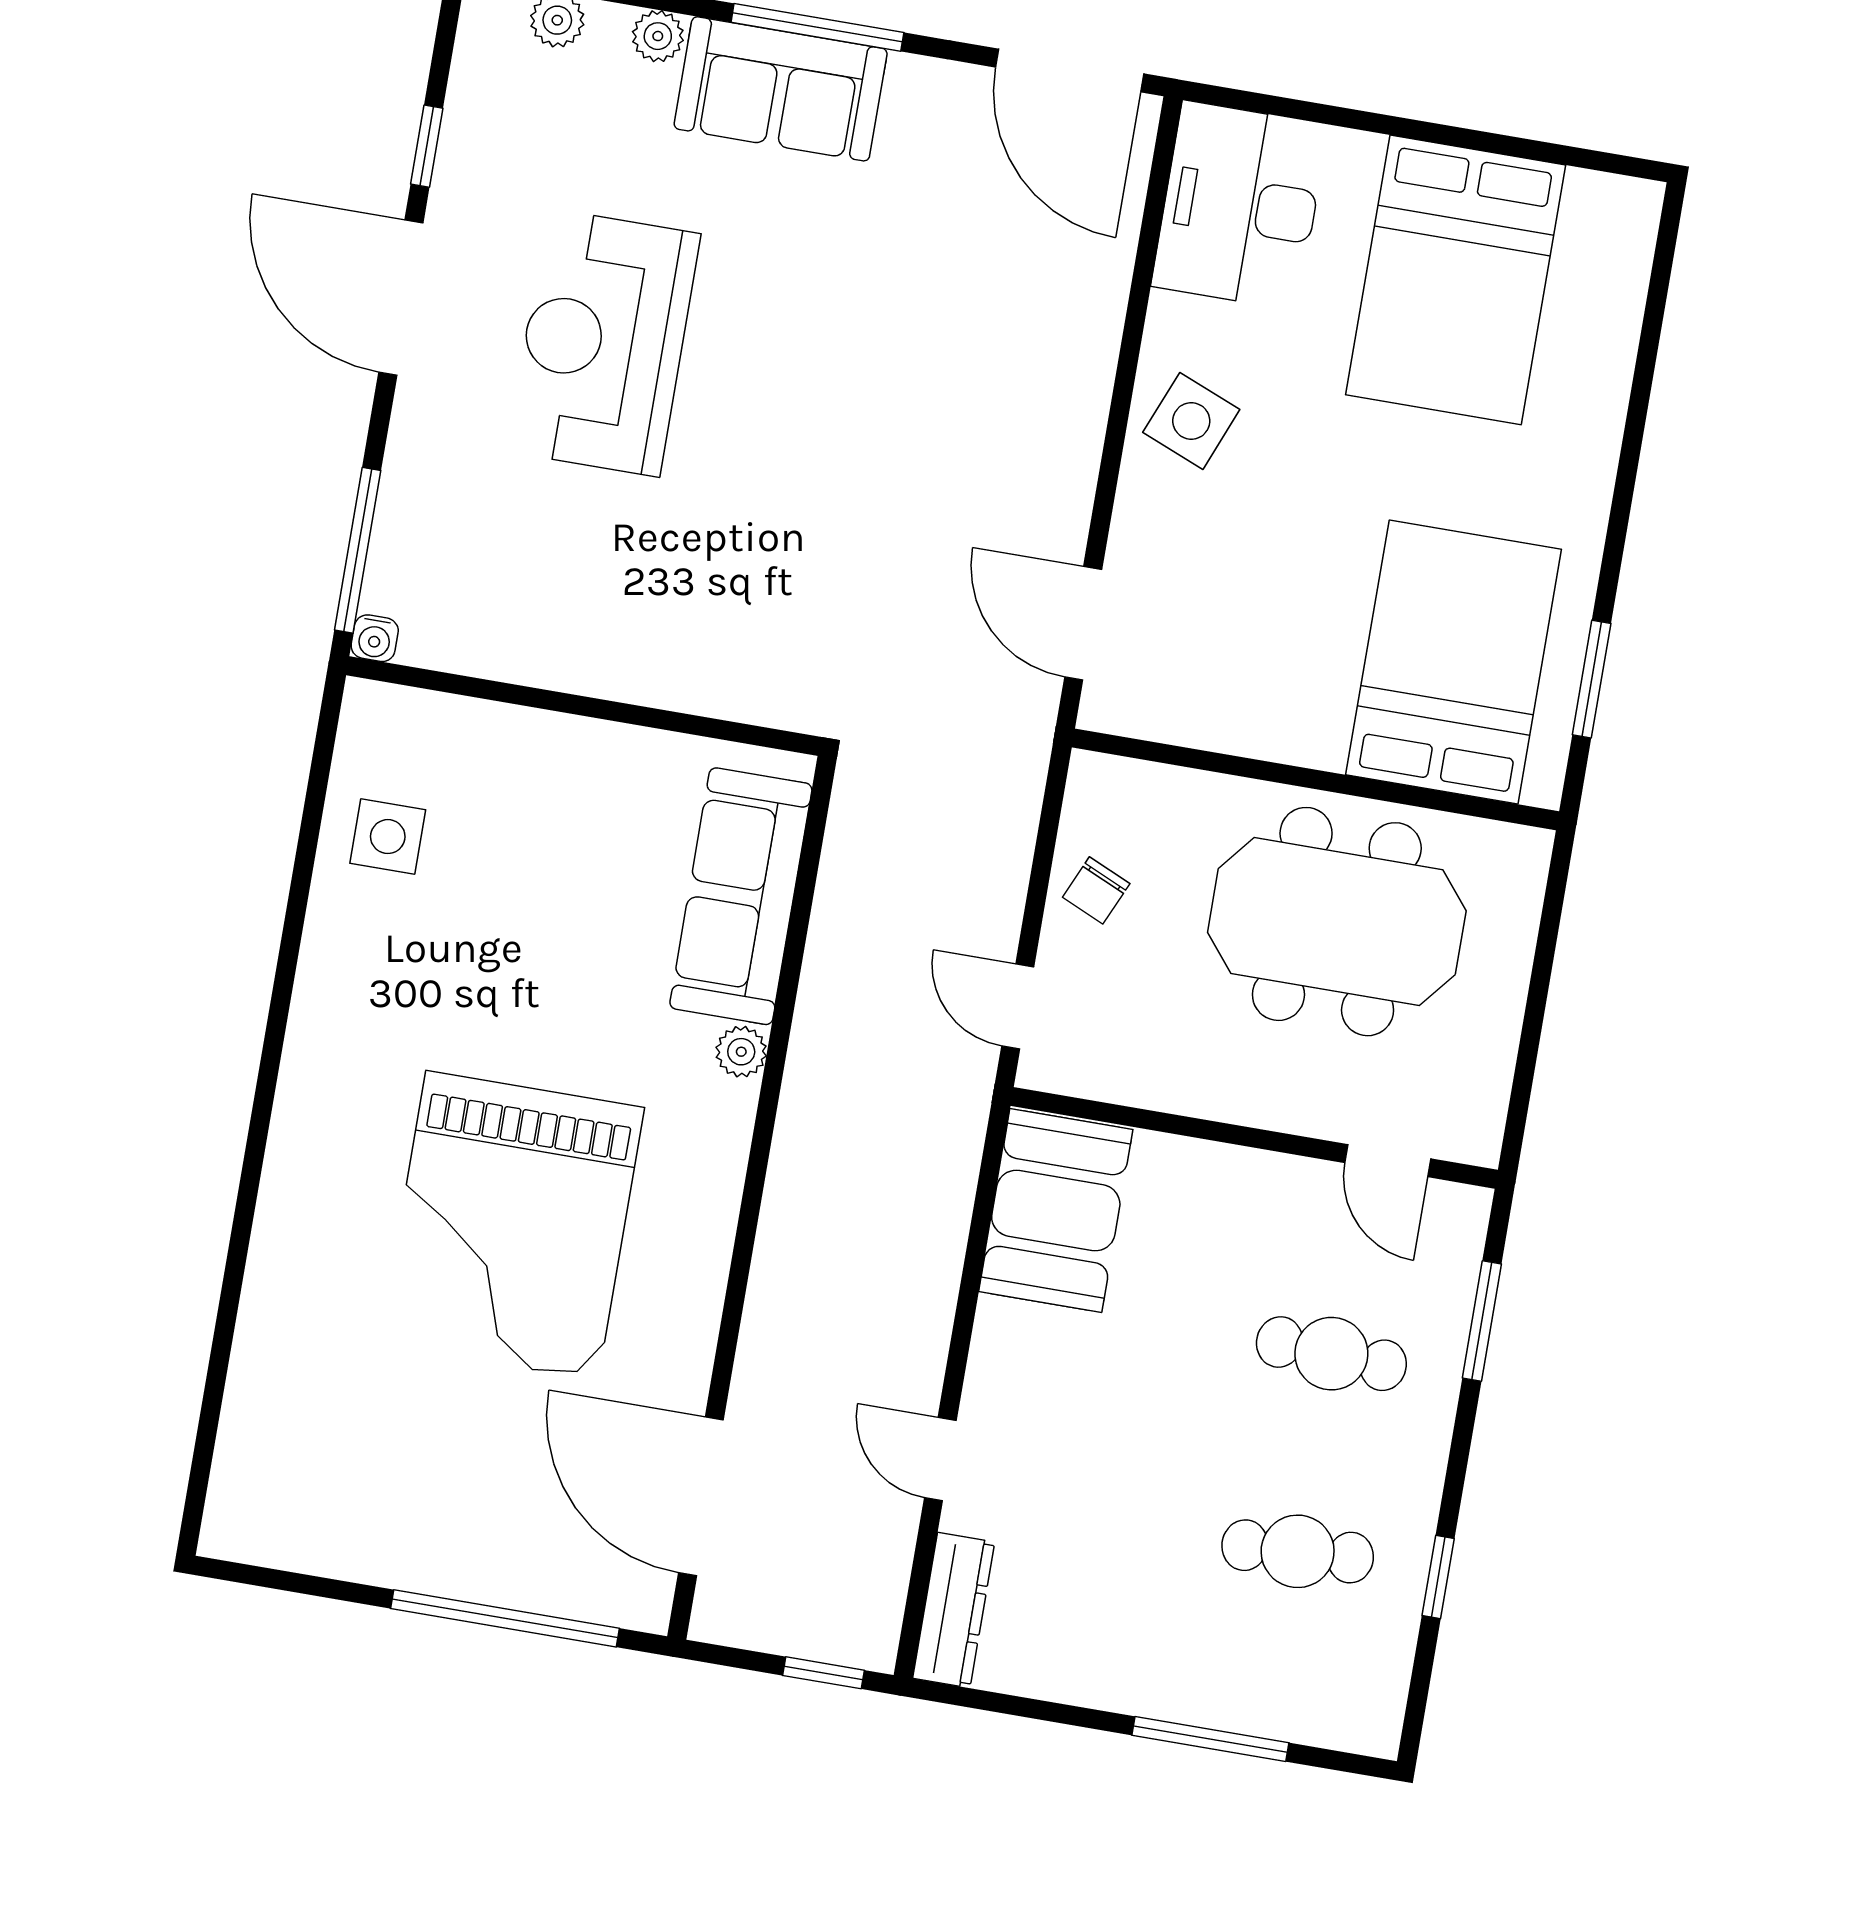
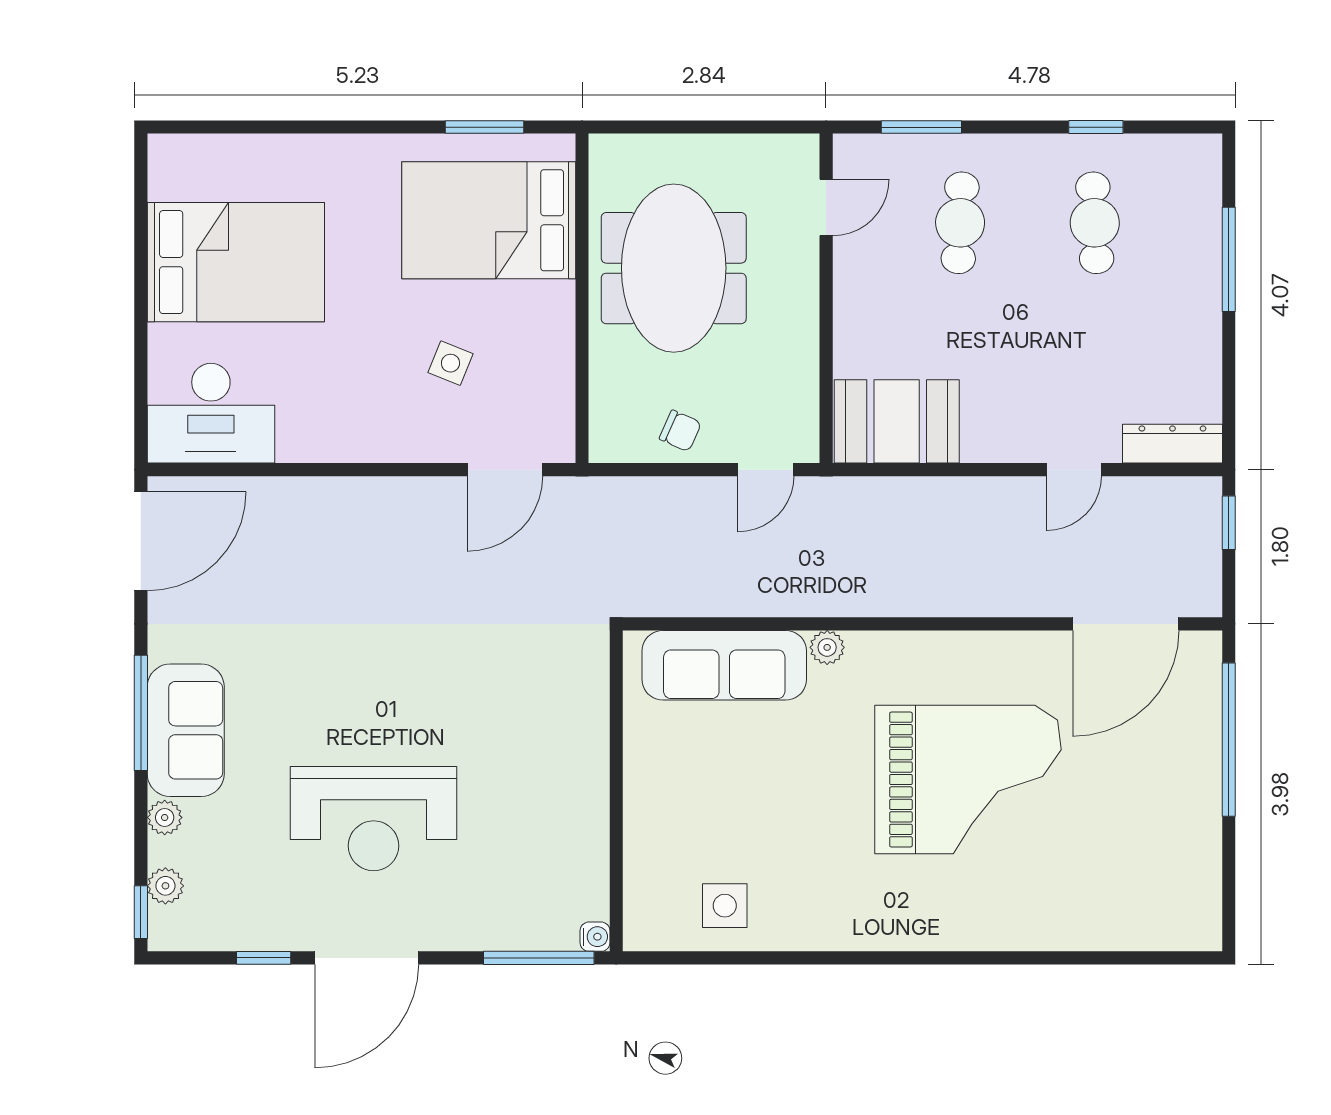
side table: (1191, 421) -> (450, 363), moved, width x0.73, depth x0.73

